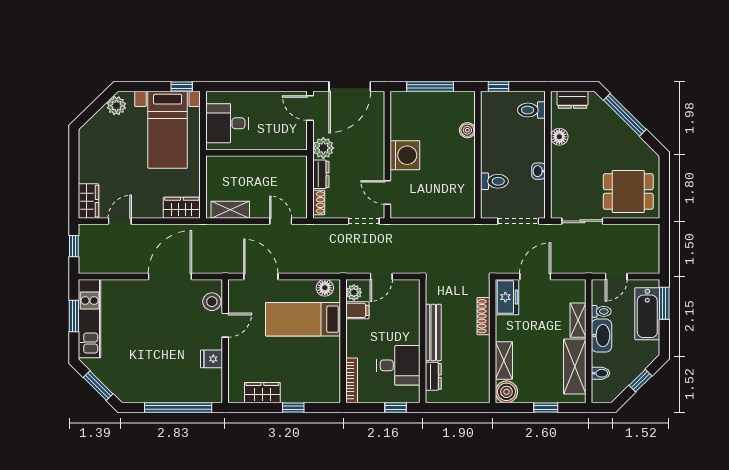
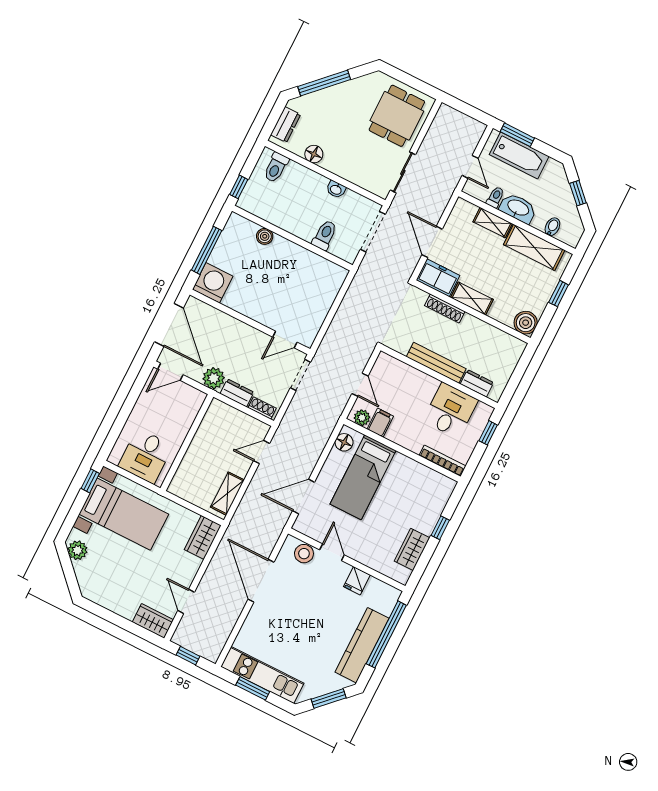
washing machine: (405, 155) -> (213, 283), moved
shelving: (504, 360) -> (472, 298), moved
kitchen counter: (158, 391) -> (362, 645), added

